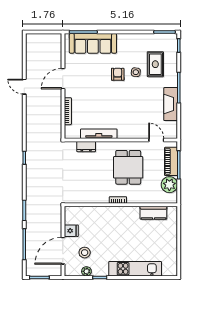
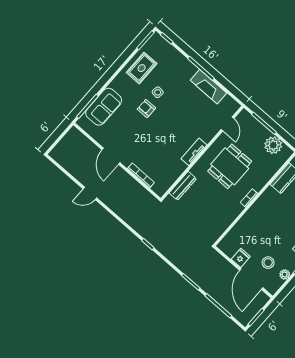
sofa: (93, 43) -> (104, 107), width x0.73
rug: (155, 64) -> (142, 68), moved, turned 90
tv unit: (99, 134) -> (194, 152), moved, width x0.71
door: (156, 140) -> (227, 124), swing flipped
dresser: (86, 147) -> (183, 186), width x1.44
piano: (171, 161) -> (256, 127), removed
dining table: (128, 167) -> (230, 166), turned 90

